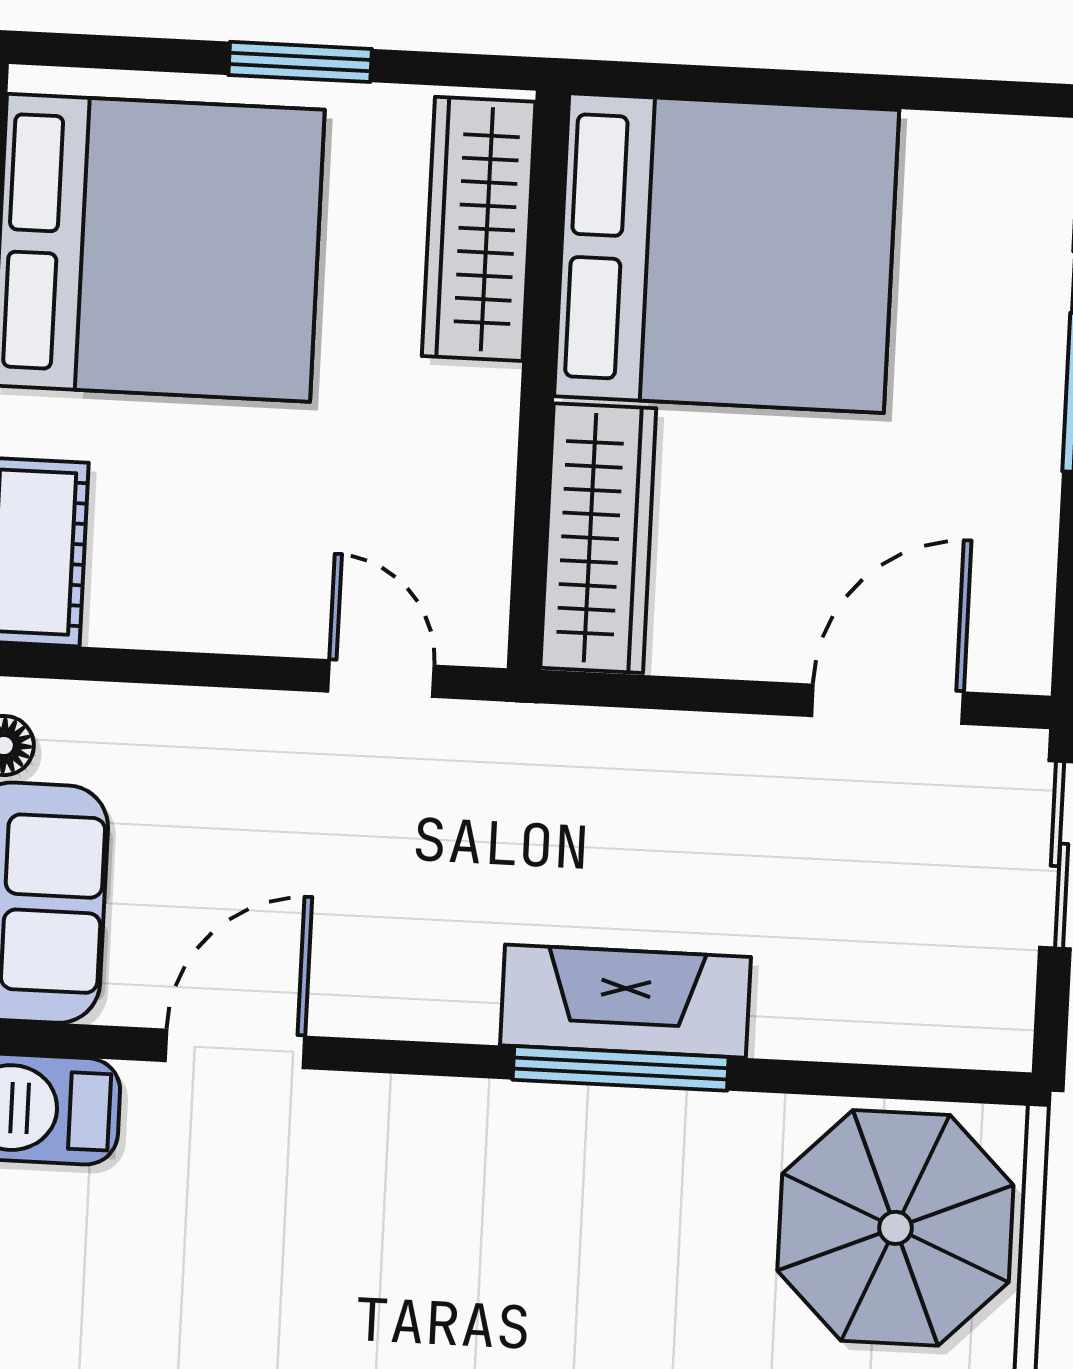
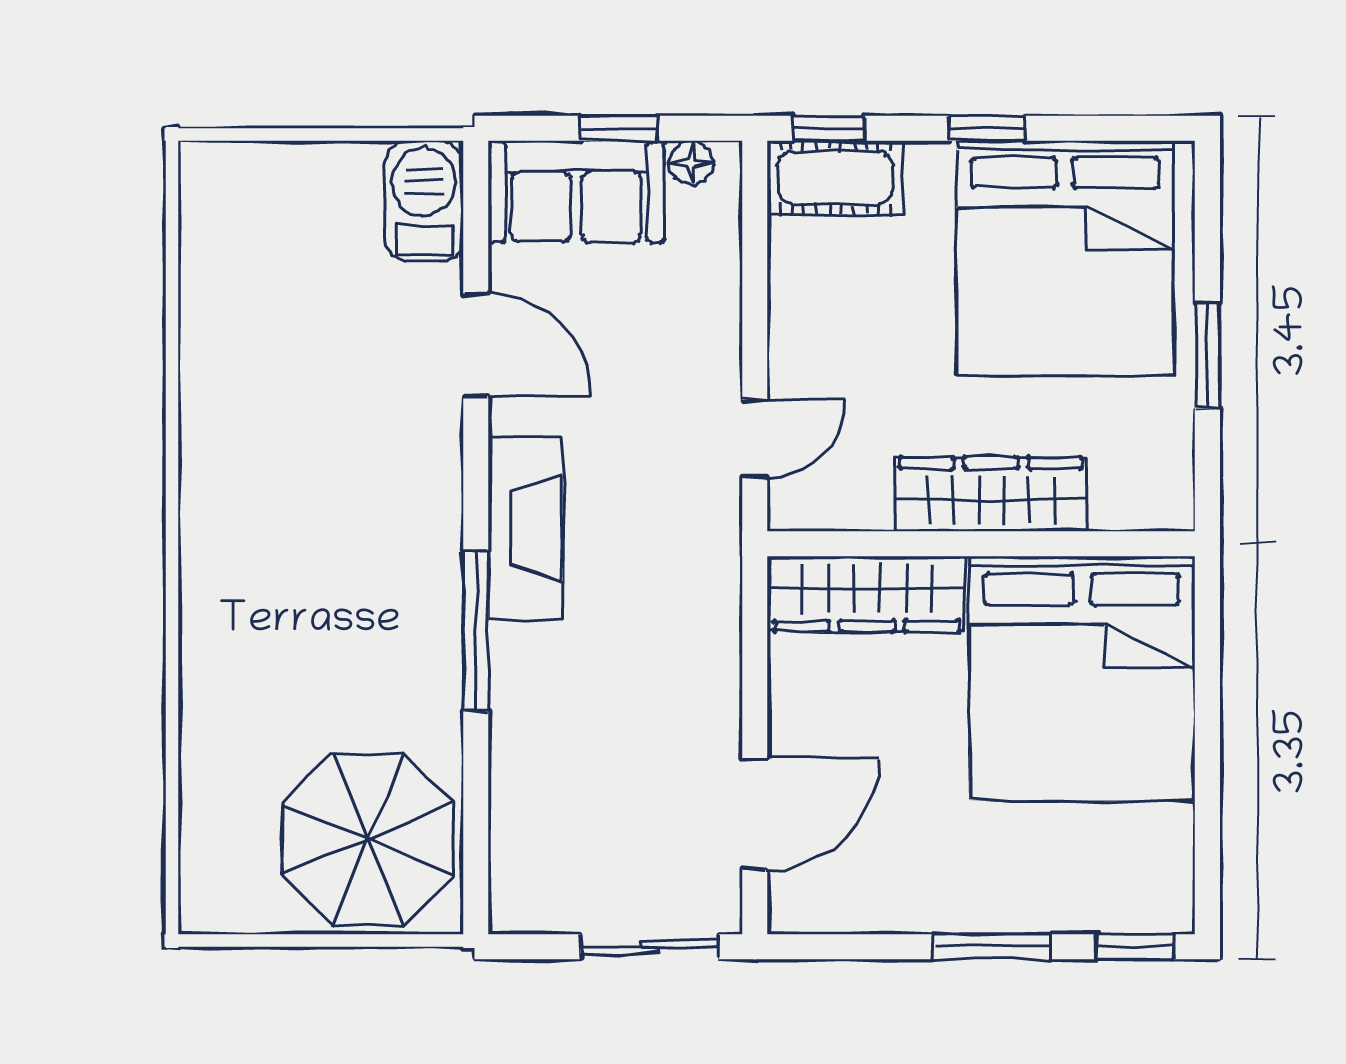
wardrobe: (479, 229) -> (991, 494), moved
door: (888, 704) -> (755, 814), hinge flipped
fireplace: (625, 1001) -> (526, 529), moved

